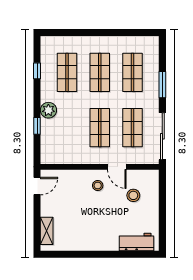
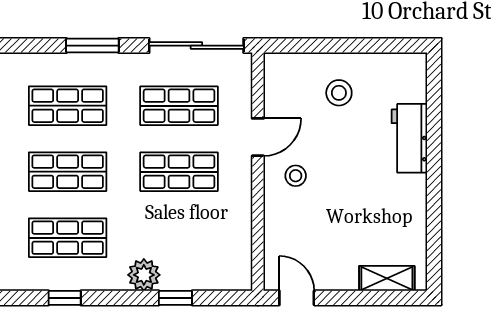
stool: (133, 195) -> (339, 93), moved
workbench: (136, 242) -> (409, 138), moved

